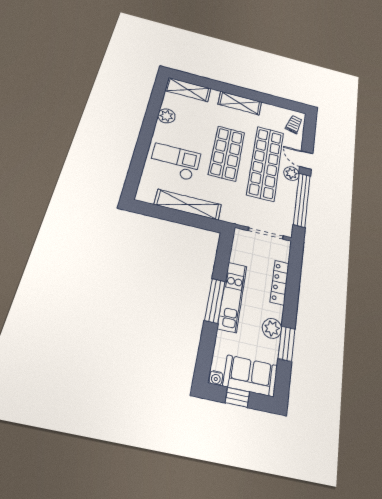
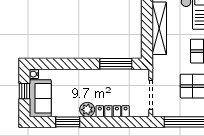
kitchen unit: (232, 297) -> (93, 76), removed
window: (215, 301) -> (116, 64), moved
plant: (272, 328) -> (87, 110), moved

